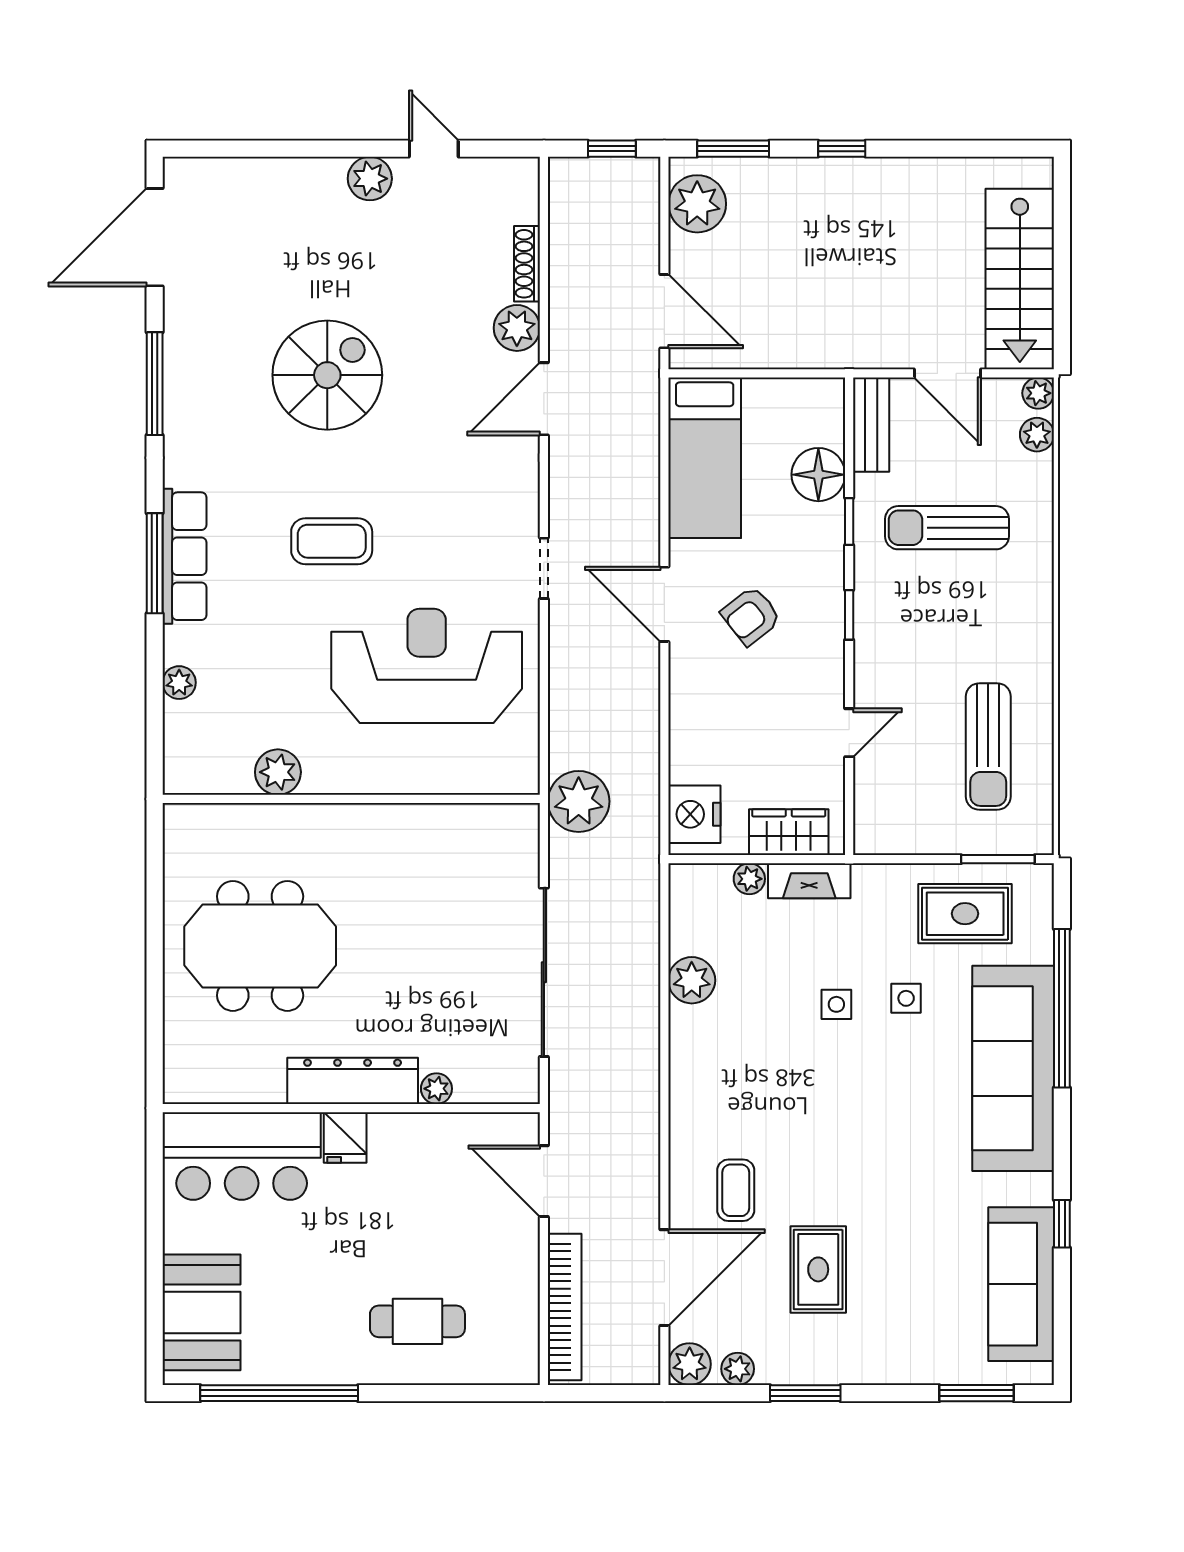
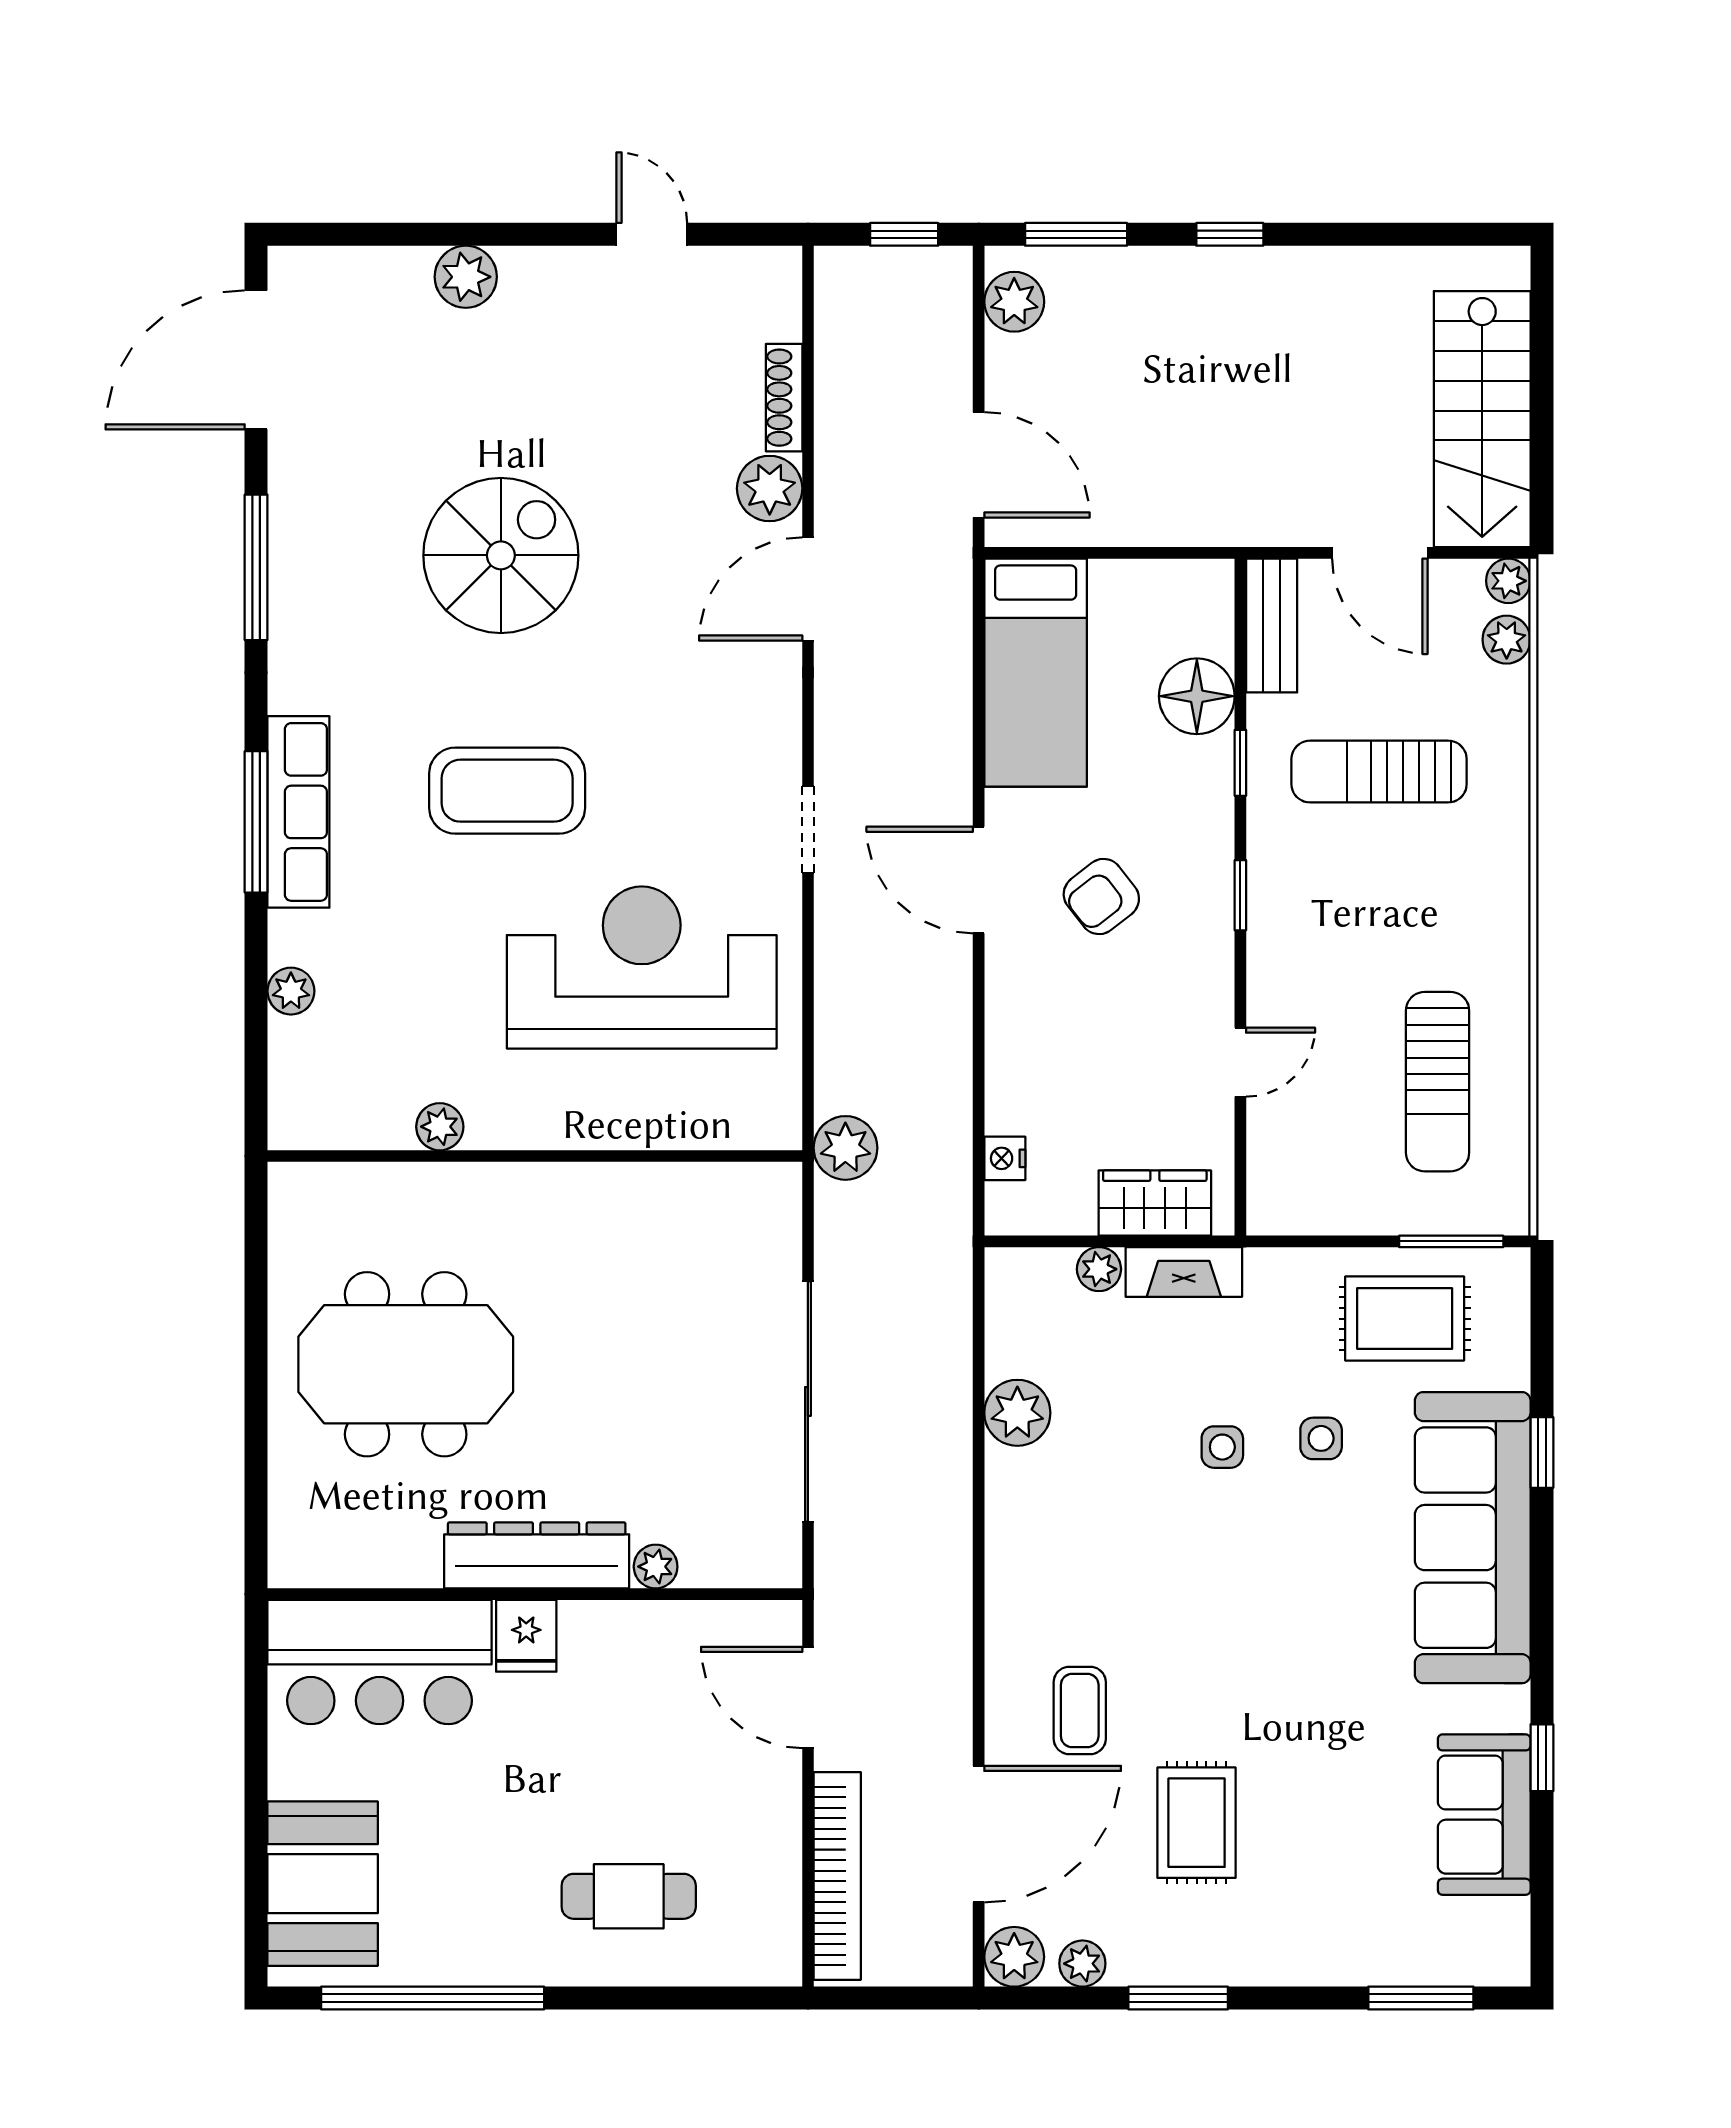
plant: (370, 179) -> (466, 277), moved
plant: (697, 204) -> (1014, 302), width x0.73, depth x0.73
coffee table: (332, 541) -> (507, 791), width x1.36, depth x1.32
plant: (278, 772) -> (440, 1127), width x0.73, depth x0.73
plant: (579, 801) -> (845, 1148), width x0.73, depth x0.73
nightstand: (694, 814) -> (1005, 1158), width x0.53, depth x0.56
window: (1062, 1008) -> (1542, 1452), width x0.32
sofa: (1021, 1284) -> (1484, 1815), width x0.73

